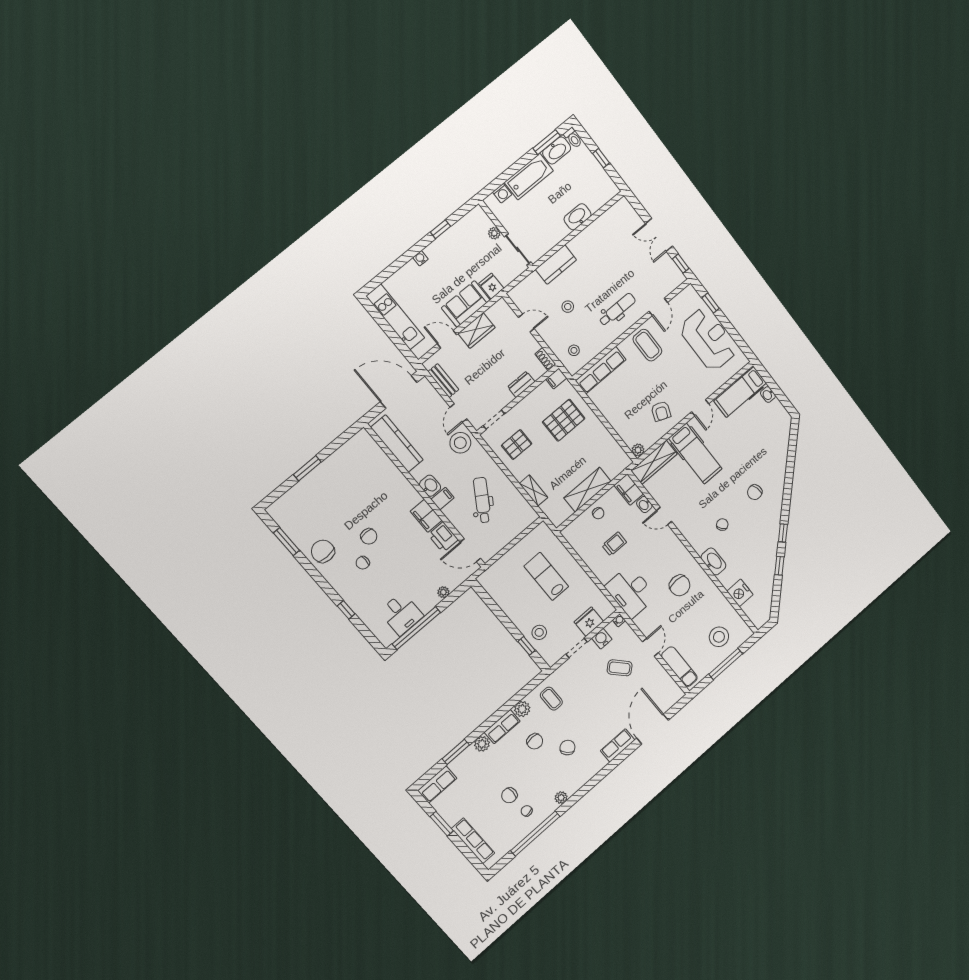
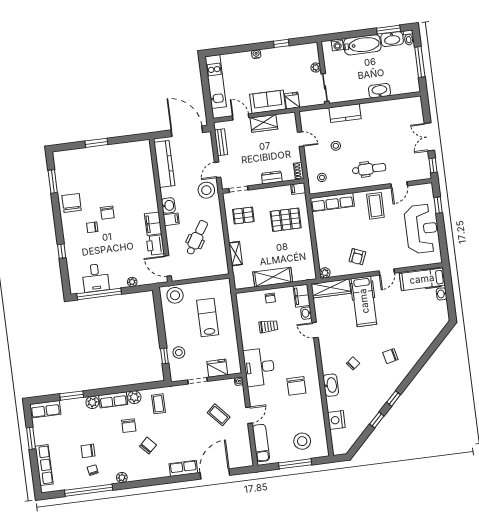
window: (601, 158) -> (420, 62), width x2.17
stool: (498, 576) -> (175, 295), added
water cooler: (602, 639) -> (219, 386), removed

